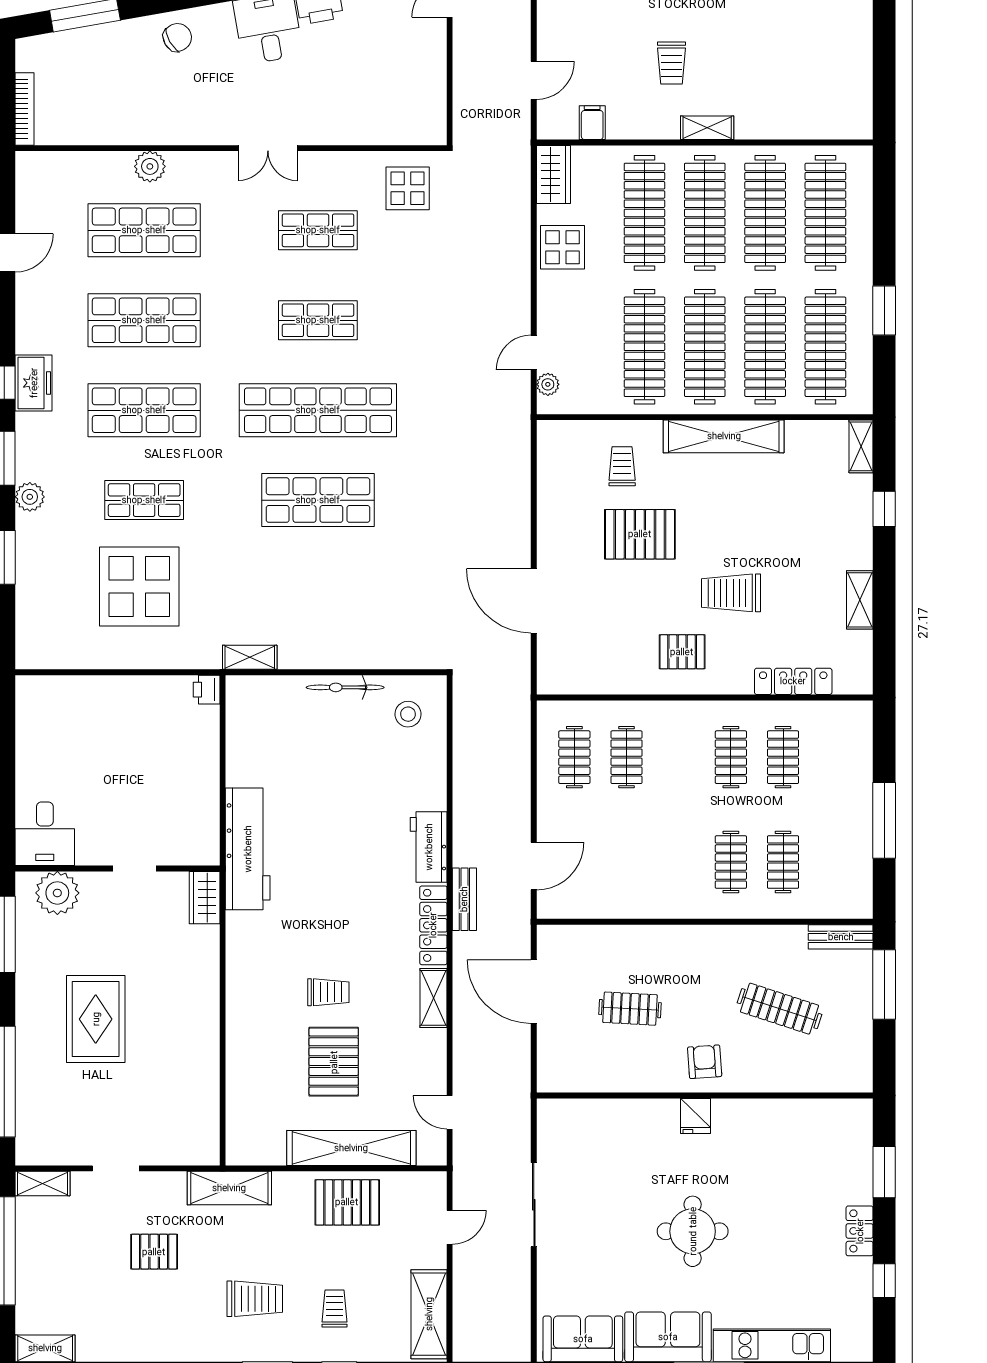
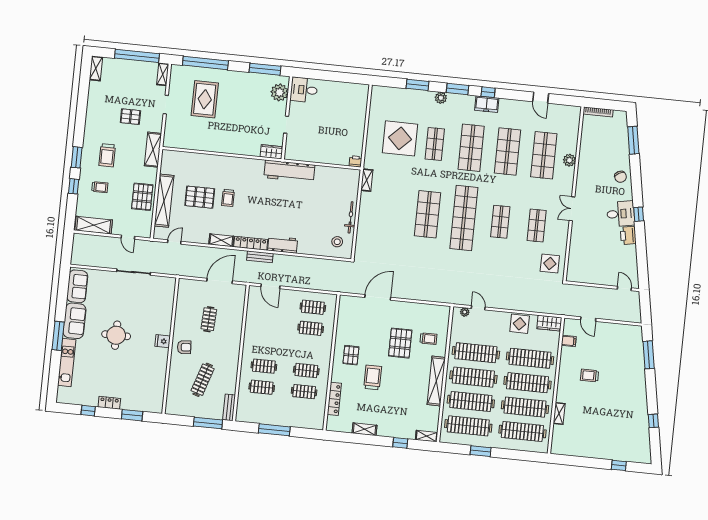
shelving: (707, 128) -> (559, 413), moved
rug: (96, 1019) -> (205, 99), moved, turned 90
pallet: (154, 1252) -> (130, 117), turned 90

